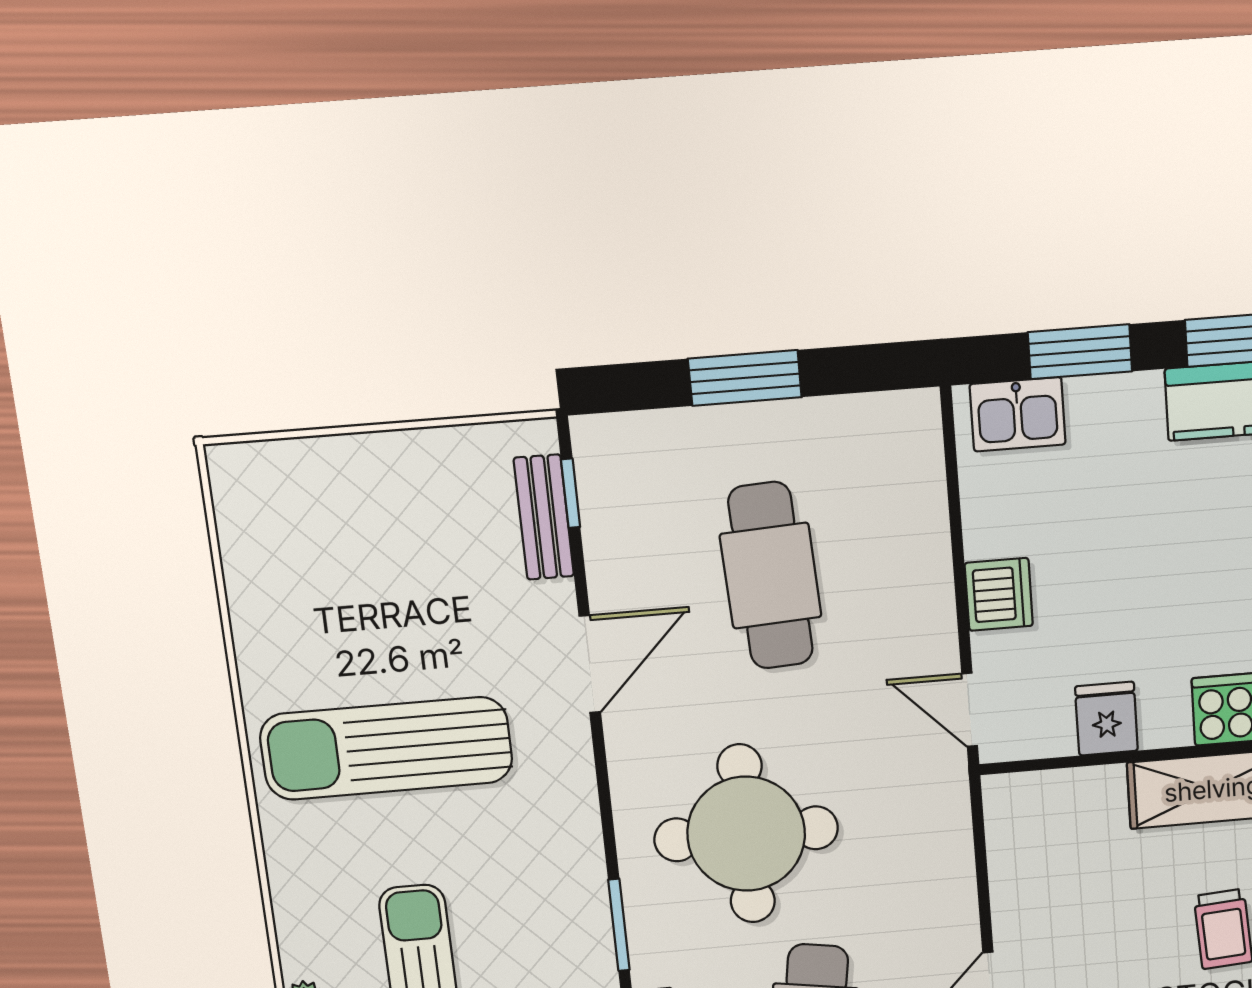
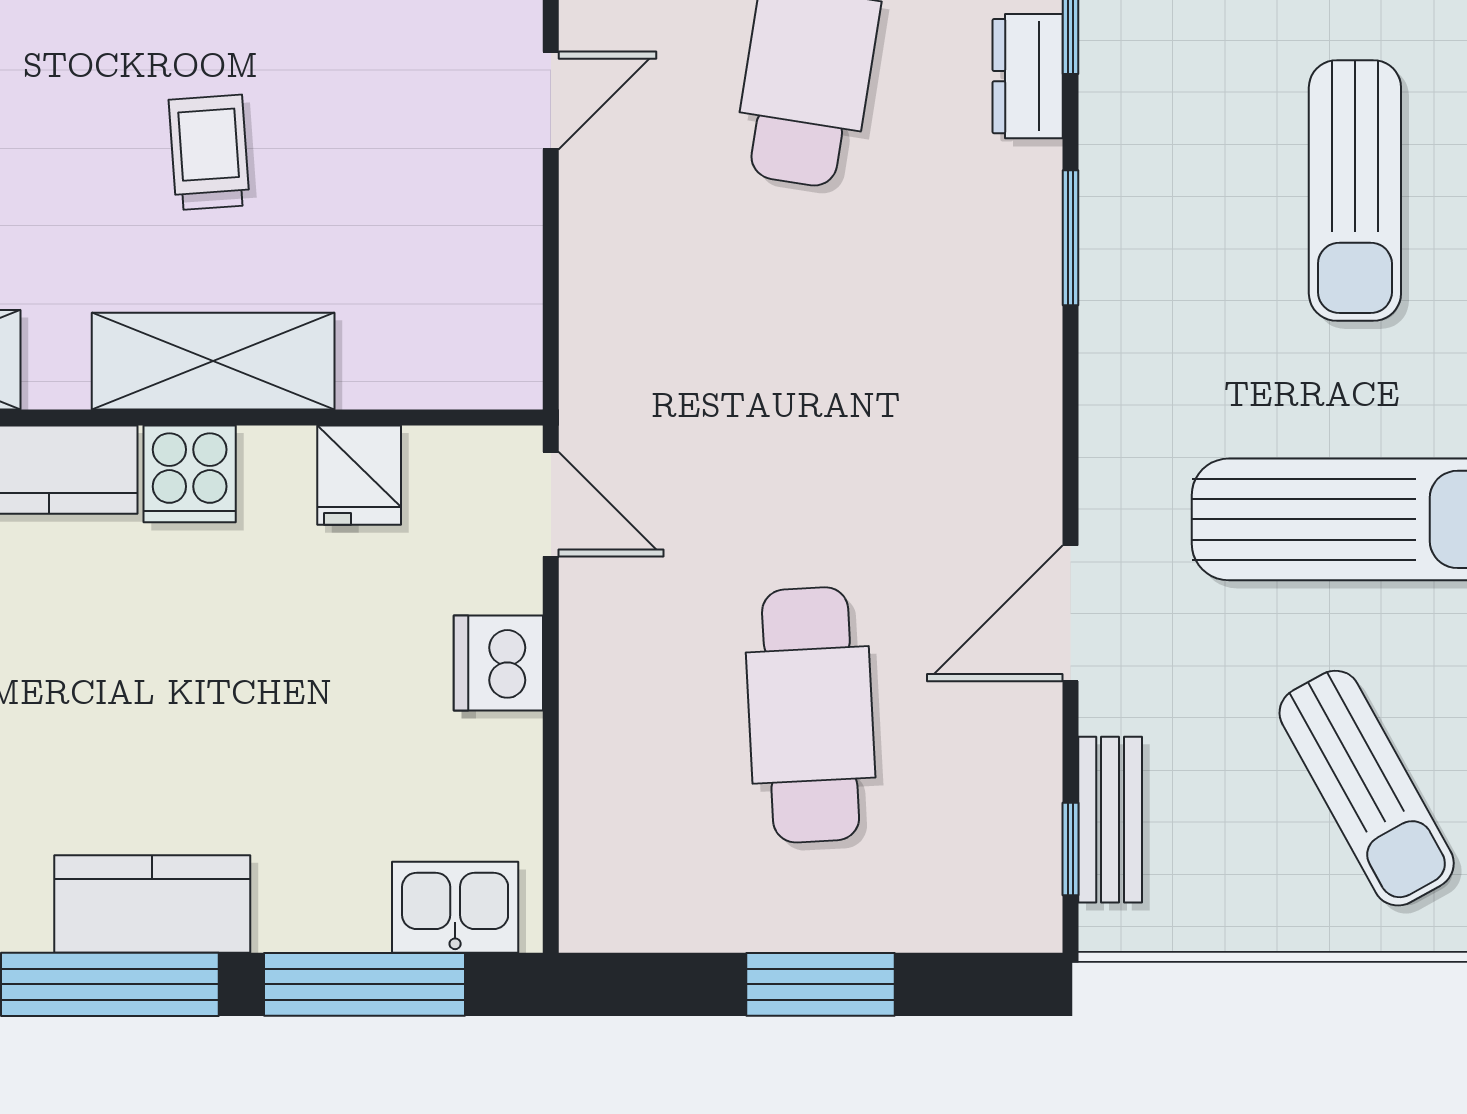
window: (1080, 352) -> (364, 984), width x1.44
sun lounger: (357, 556) -> (1367, 788), added
round table: (746, 834) -> (879, 354), removed

